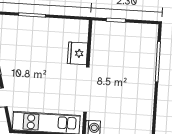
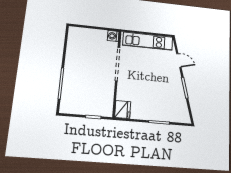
fridge: (78, 53) -> (123, 109), moved

